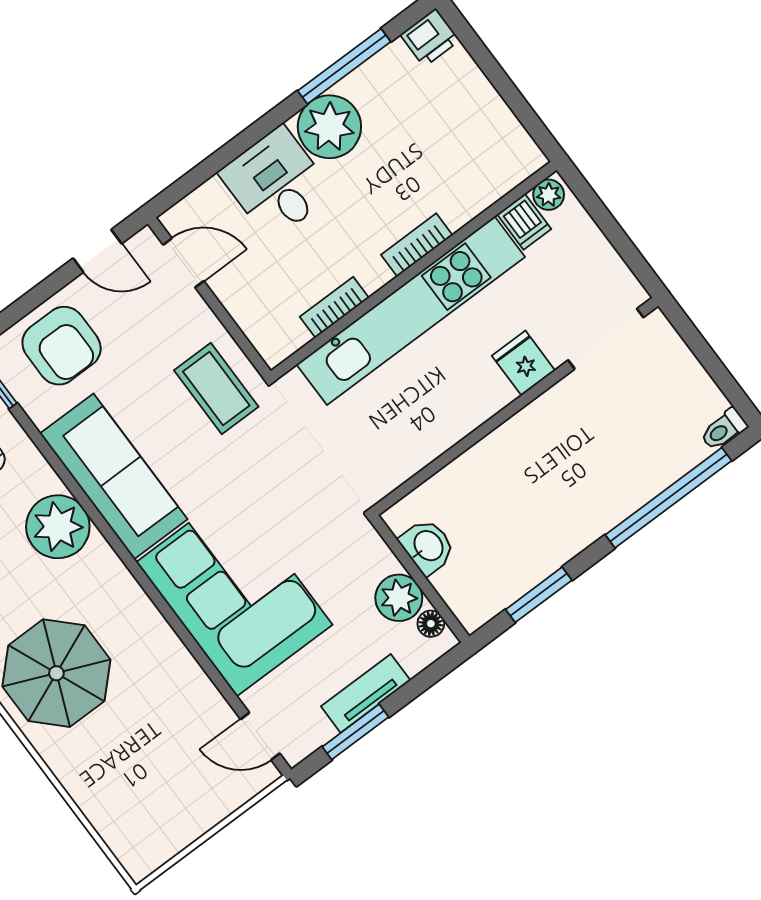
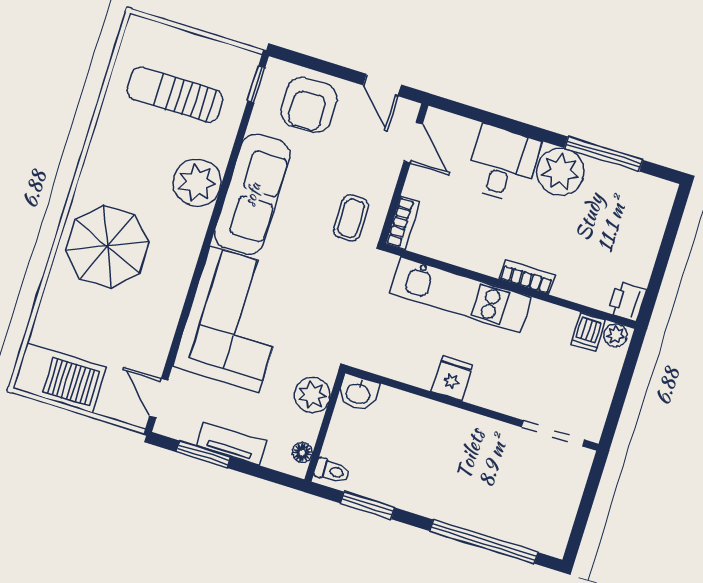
printer: (430, 38) -> (627, 301), moved, turned 90
bookcase: (334, 307) -> (402, 223), moved, turned 90
kitchen unit: (411, 311) -> (460, 295), width x0.73
fridge: (523, 363) -> (452, 378), moved
coffee table: (216, 388) -> (351, 218), width x0.73, depth x0.77
toilet: (724, 429) -> (332, 471), moved, turned 180
washbasin: (428, 546) -> (358, 393), moved, turned 90
plant: (399, 598) -> (312, 395), moved
barbecue: (161, 827) -> (59, 378), added

